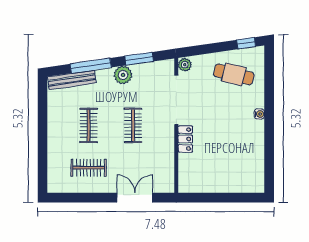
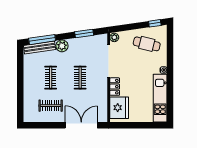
window: (91, 66) -> (42, 40), moved
plant: (123, 75) -> (62, 46), moved
kitchen unit: (254, 157) -> (160, 98), added
fridge: (192, 171) -> (119, 108), added
double door: (135, 198) -> (81, 125), width x1.37

